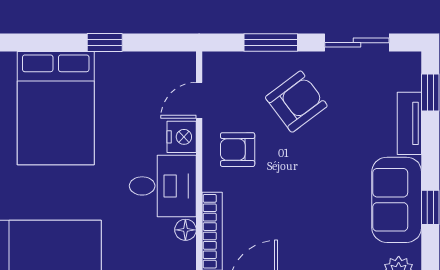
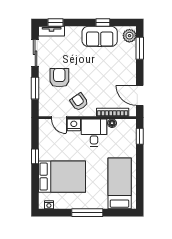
armchair: (296, 102) -> (59, 78), turned 37
tv unit: (409, 123) -> (52, 31), moved
armchair: (238, 150) -> (79, 102), turned 145

